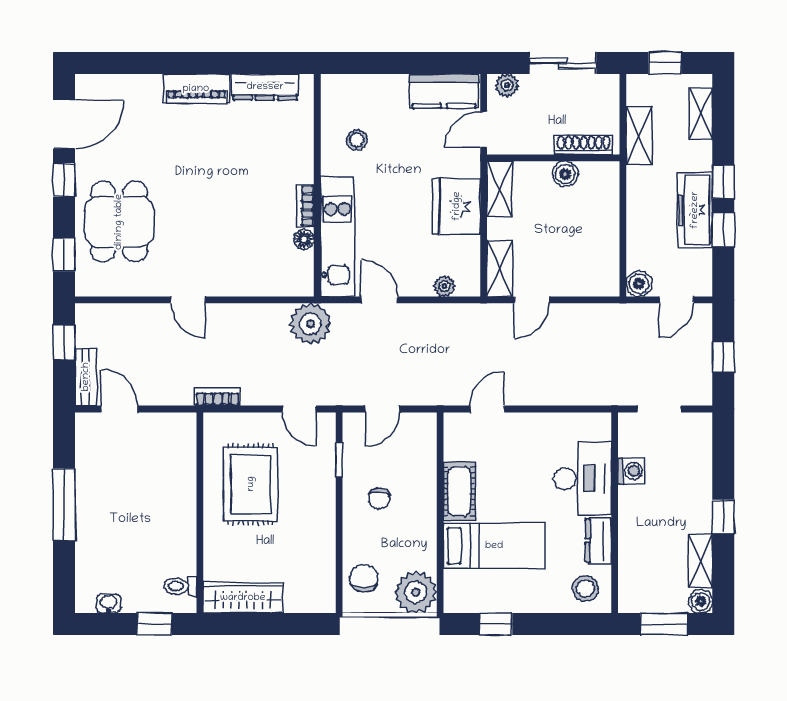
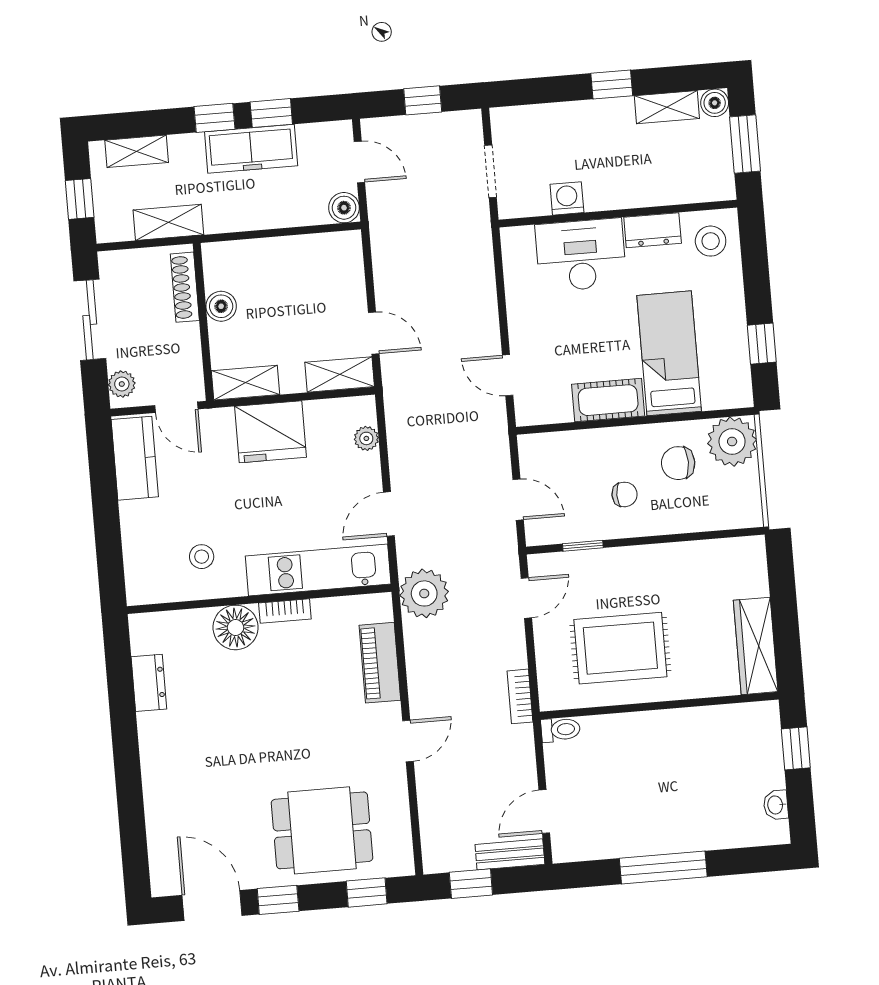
dresser: (265, 87) -> (149, 683), width x0.70
piano: (196, 89) -> (380, 663), moved, turned 180
floor lamp: (304, 239) -> (236, 627), moved, width x1.89, depth x1.89
chair: (364, 578) -> (678, 463), moved
toilet: (181, 586) -> (561, 730), moved, turned -90

